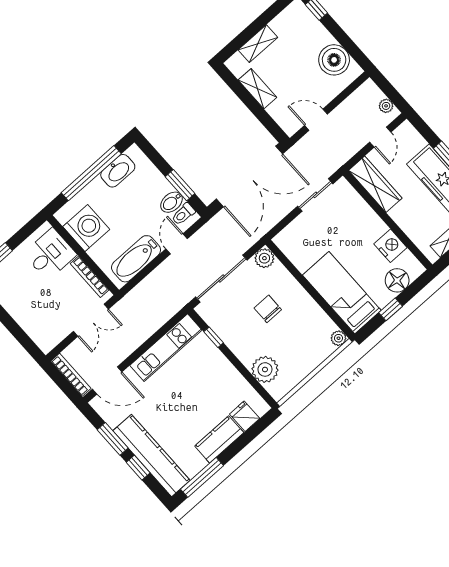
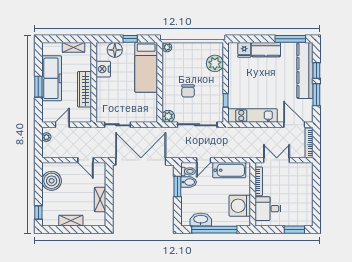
shelving: (258, 44) -> (71, 221), moved
wardrobe: (375, 184) -> (85, 89), moved

